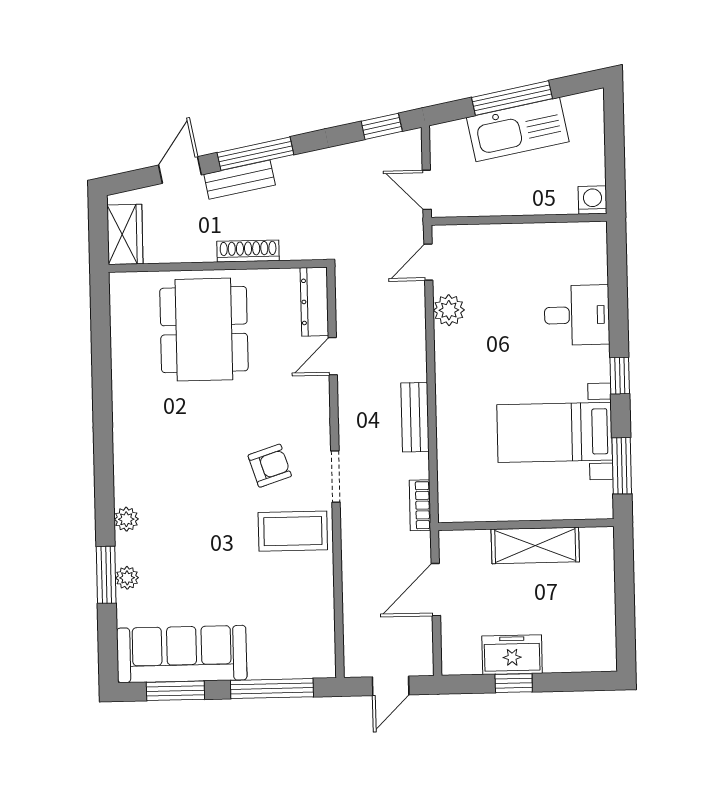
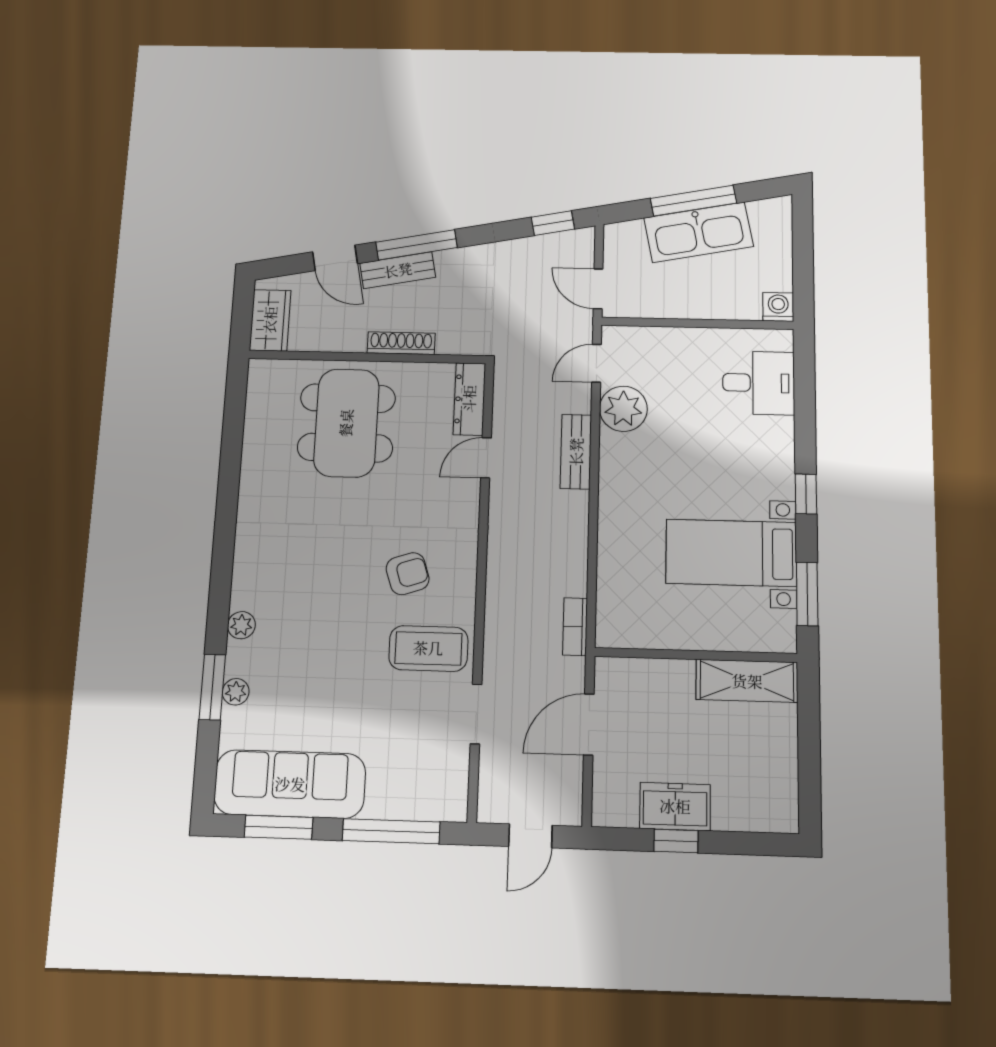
door: (180, 170) -> (335, 258), swing flipped
plant: (449, 310) -> (623, 409), width x1.36, depth x1.36
desk: (577, 315) -> (759, 383), moved
bench: (415, 417) -> (576, 452), moved
doorway: (335, 476) -> (476, 714), moved
shelving: (535, 546) -> (747, 681), moved

